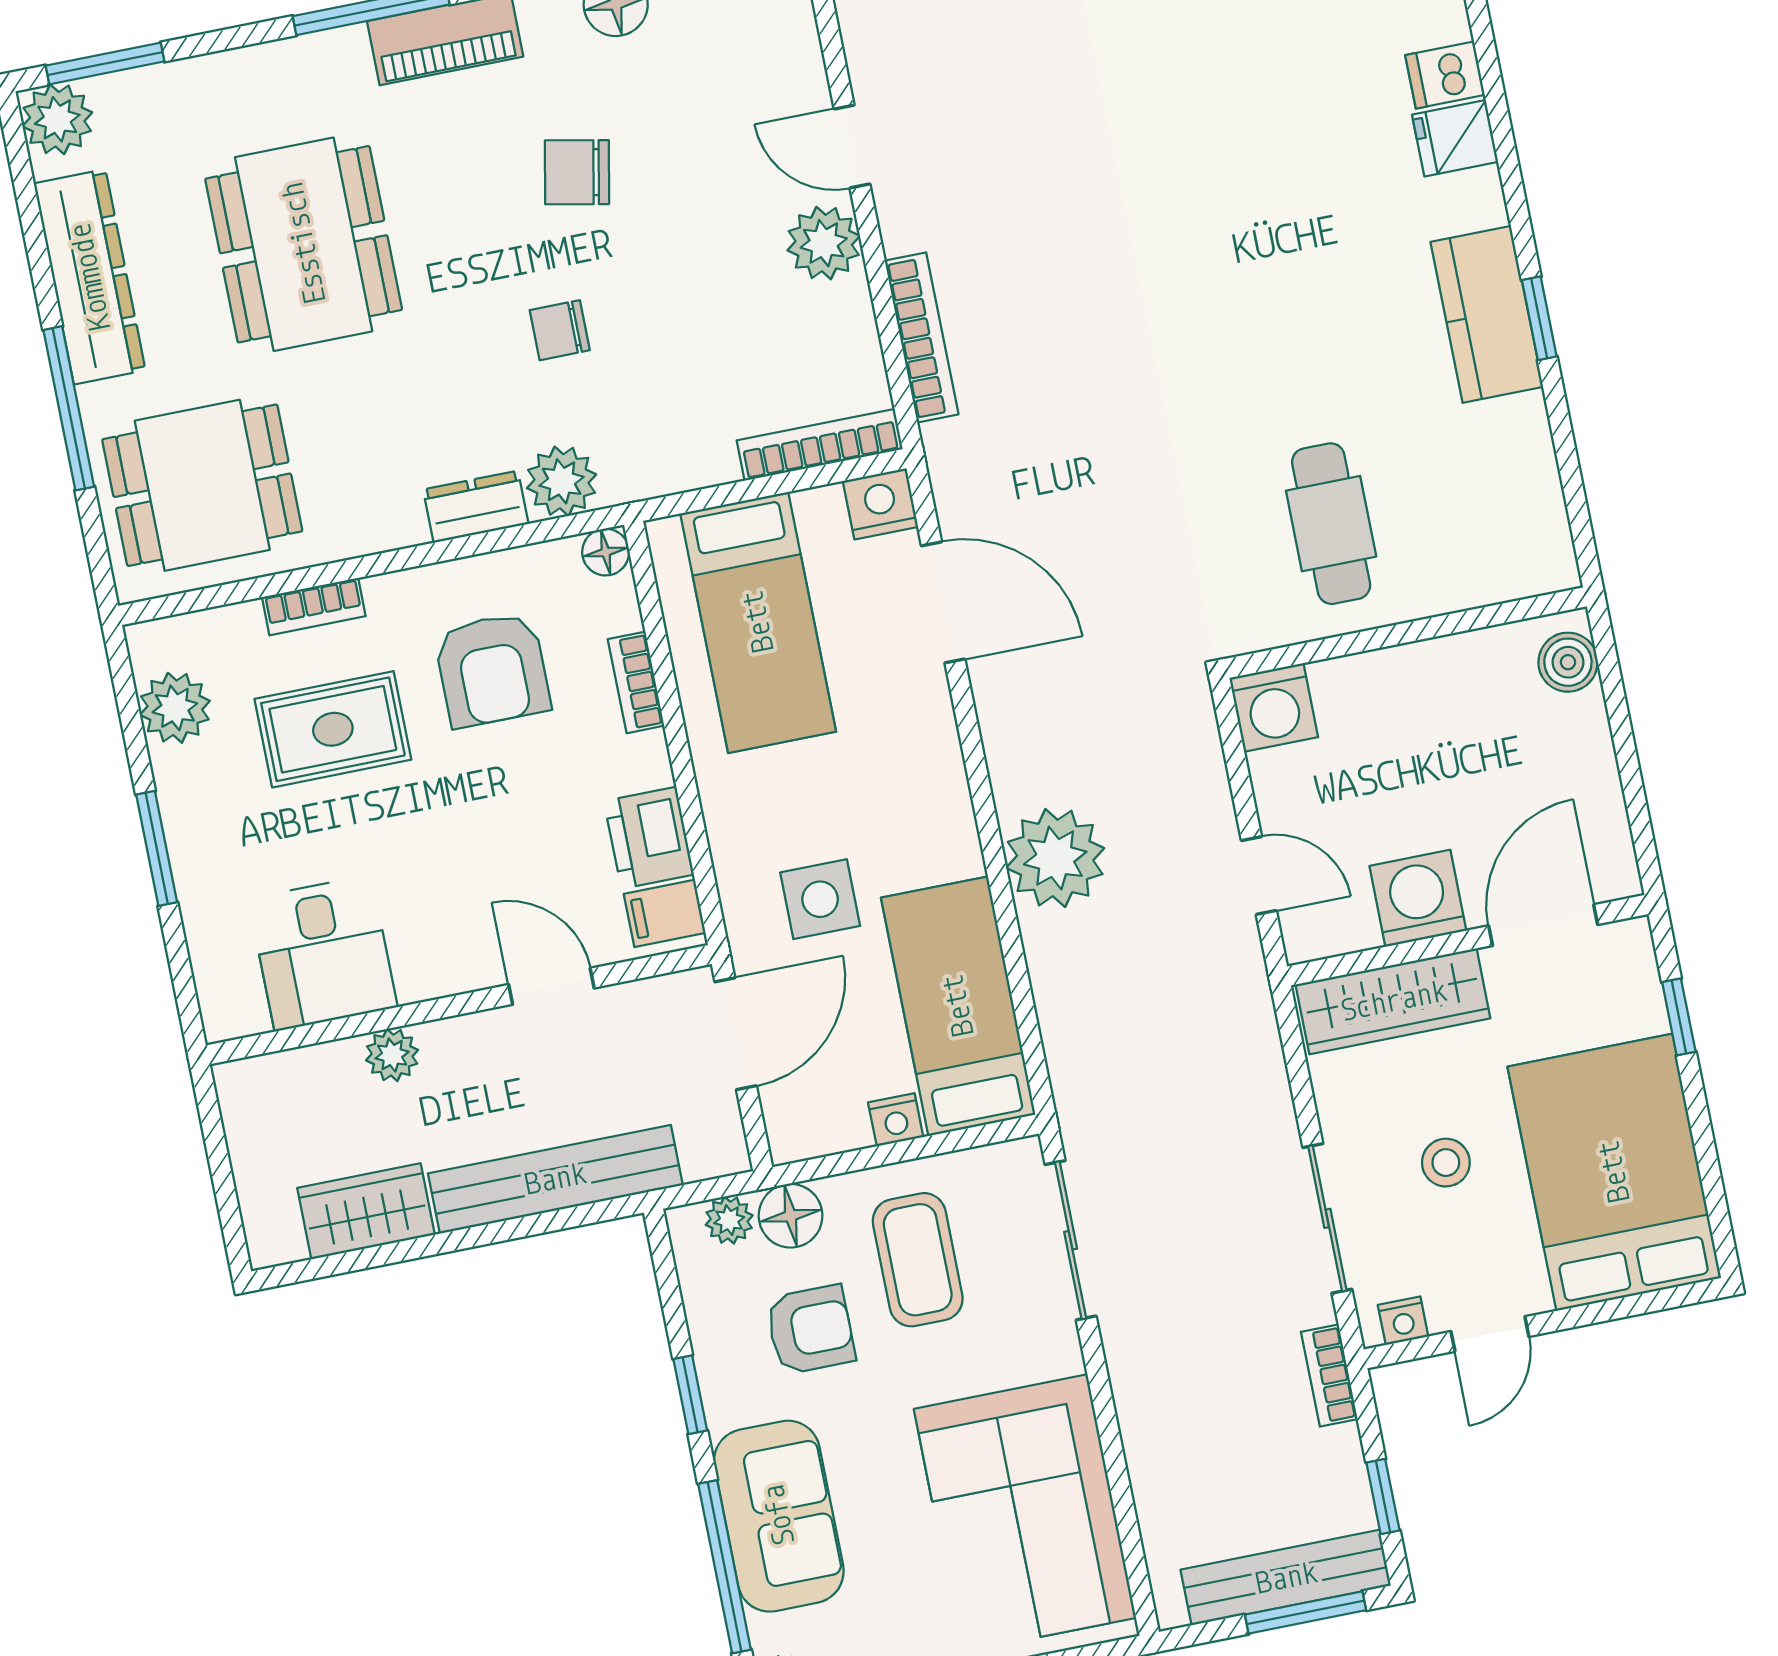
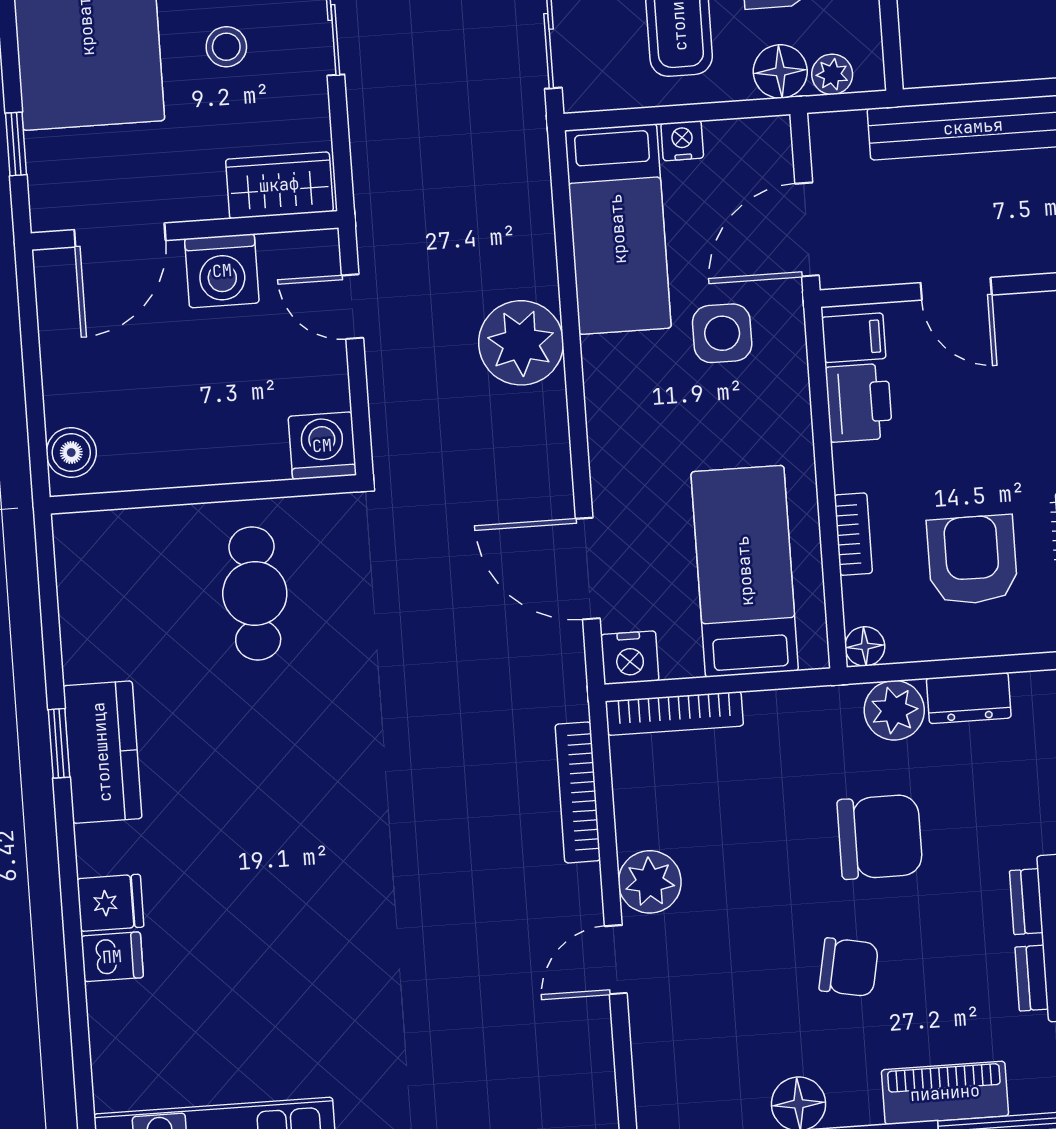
door: (852, 147) -> (616, 960), swing flipped
chair: (560, 330) -> (880, 837), width x1.87, depth x1.87
wardrobe: (1393, 1001) -> (279, 185), width x0.67

